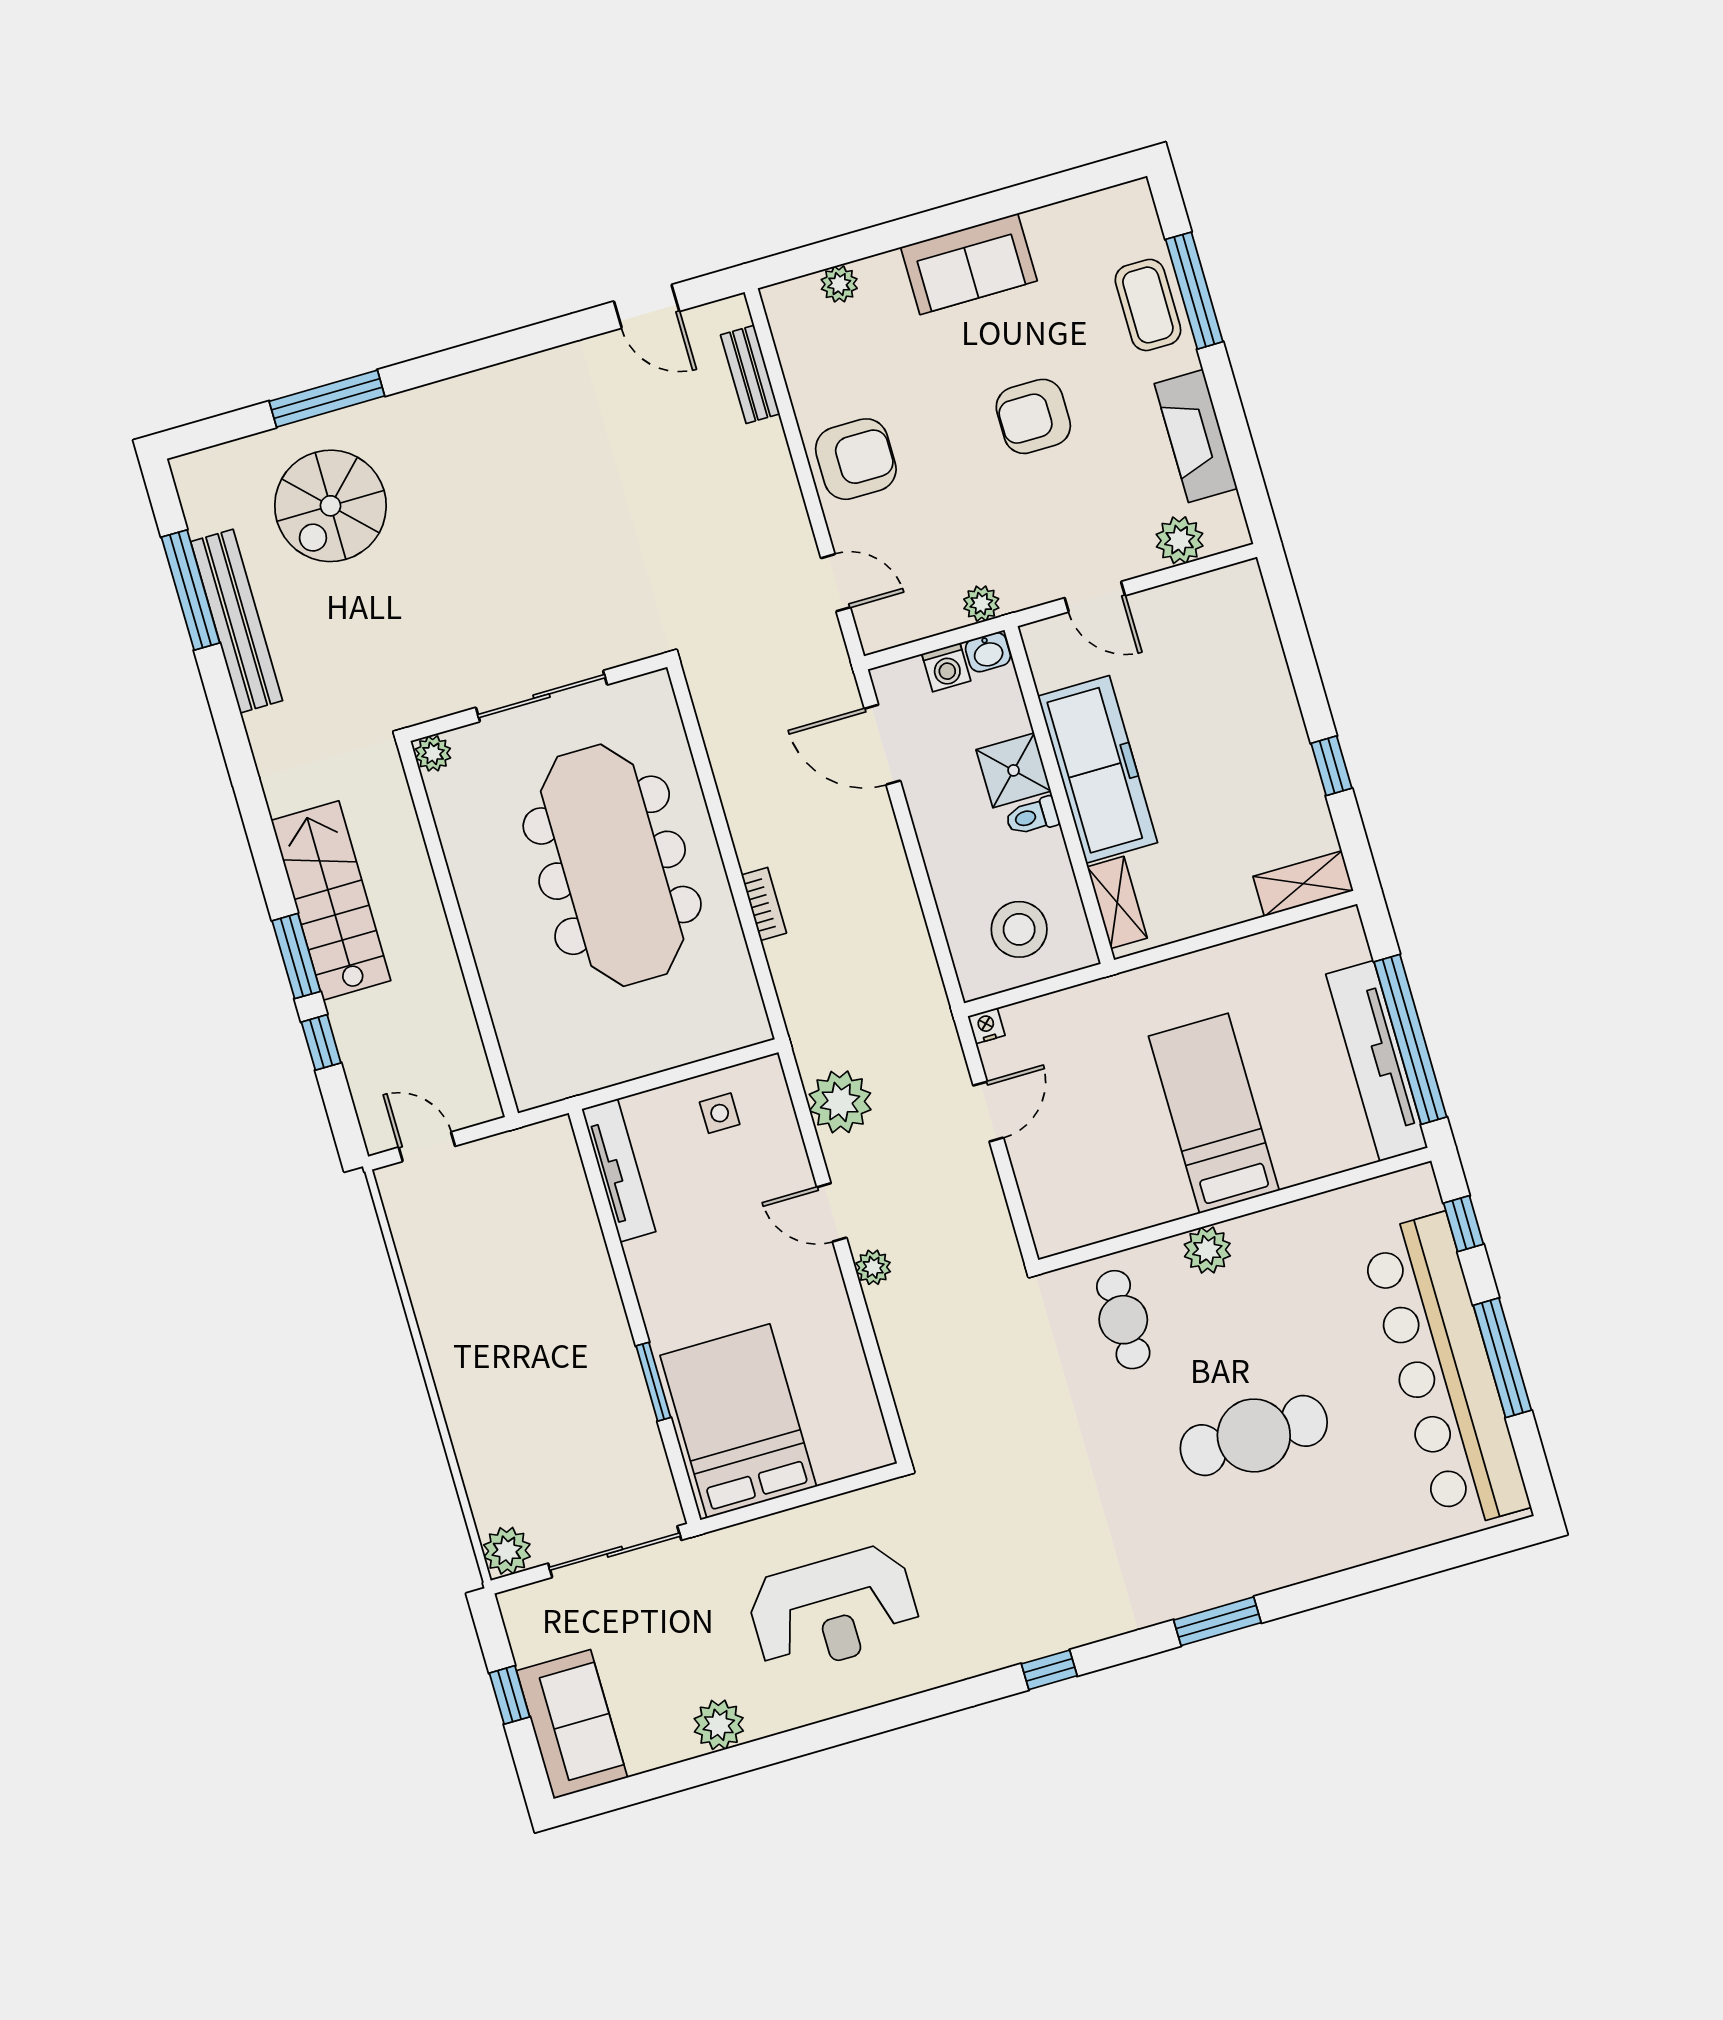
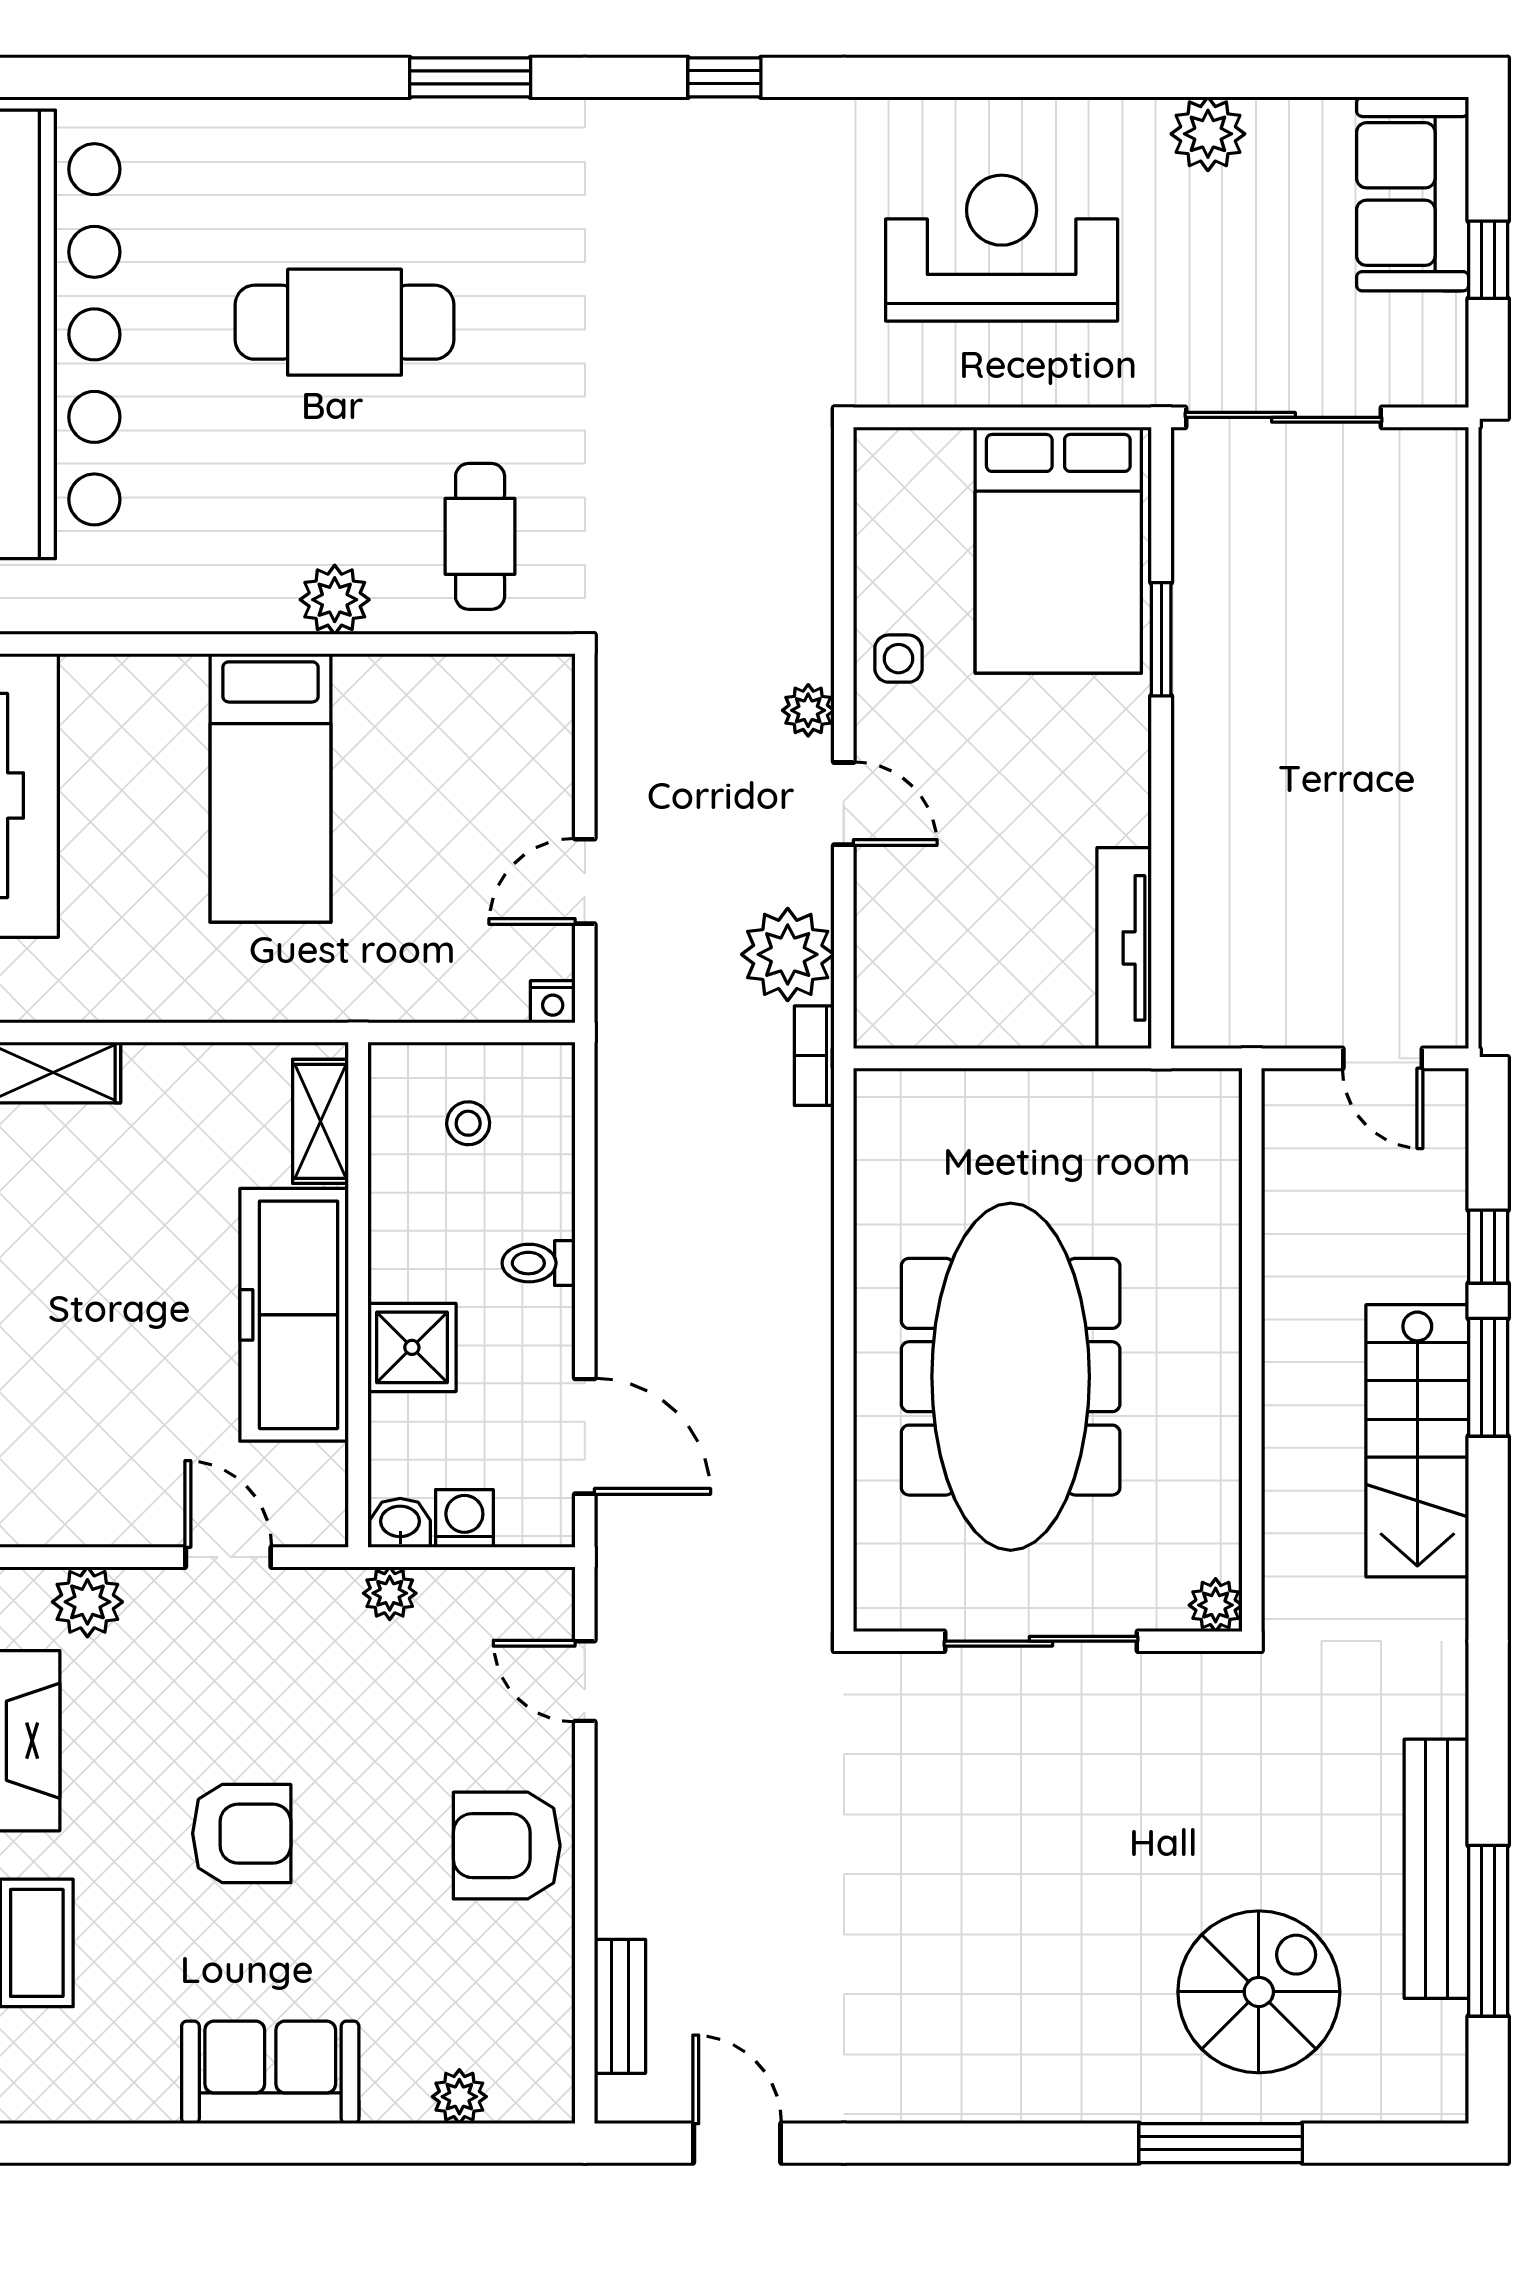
toilet: (1032, 816) -> (539, 1263), moved, turned 180
bookcase: (764, 904) -> (814, 1056), moved
stool: (1019, 929) -> (468, 1123), width x0.53, depth x0.53
side table: (720, 1113) -> (898, 659), moved
plant: (507, 1551) -> (1434, 462), removed

